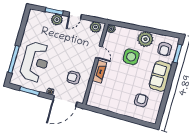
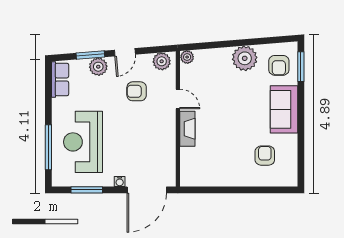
row of seats: (32, 21) -> (60, 79), added
side table: (131, 57) -> (230, 92), removed
reception desk: (35, 62) -> (83, 142), turned 180
armchair: (74, 78) -> (137, 91), moved

